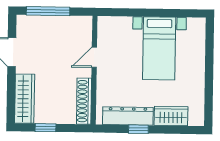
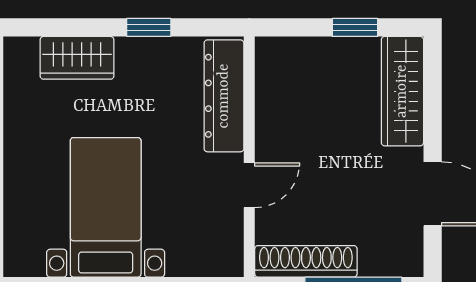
shoe rack: (84, 101) -> (306, 261), moved, turned -90
dresser: (128, 116) -> (224, 96), moved, turned 90

